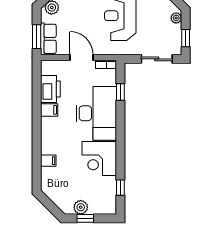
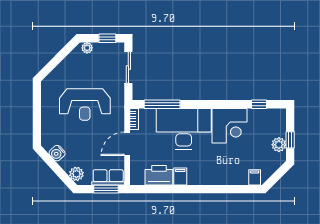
window: (120, 92) -> (162, 104), width x2.17
filing cabinet: (48, 161) -> (255, 177), moved

